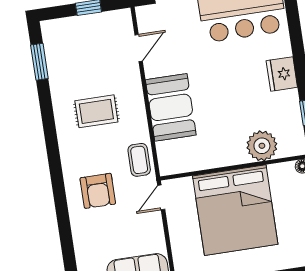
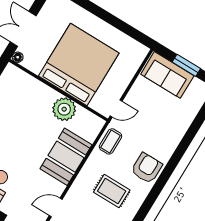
plant: (262, 146) -> (64, 109), moved
armchair: (98, 191) -> (147, 168), moved

